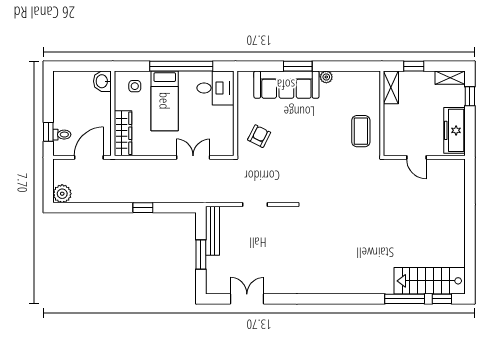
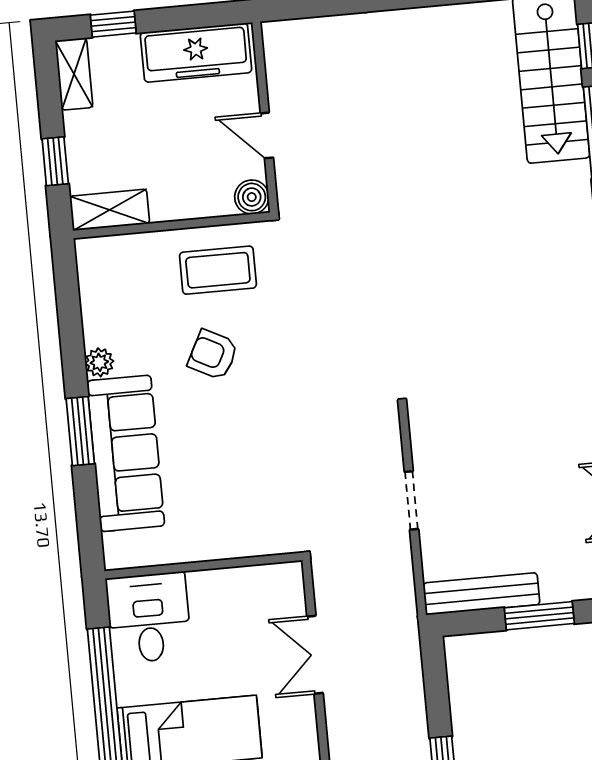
armchair: (259, 136) -> (213, 355), moved
boiler: (391, 148) -> (252, 197), added
door: (416, 157) -> (267, 135), swing flipped

